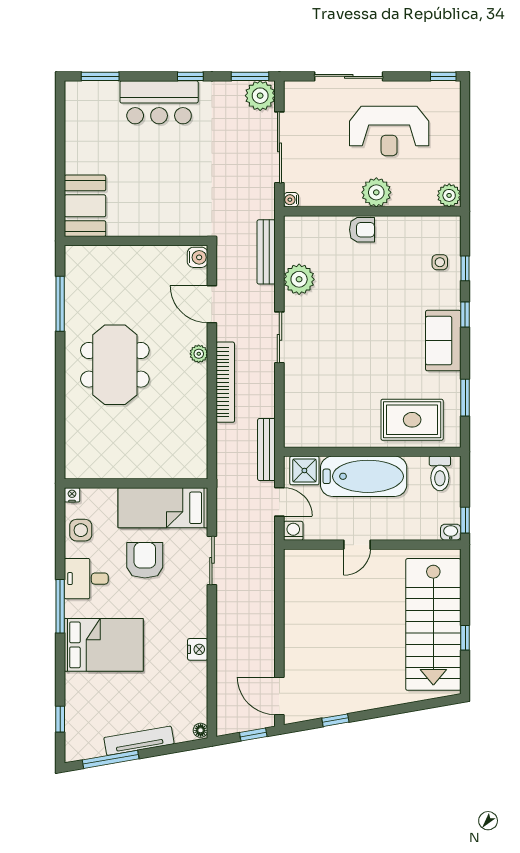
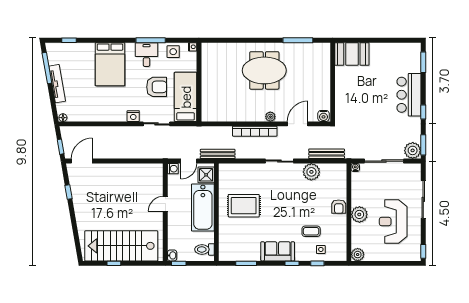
coffee table: (407, 280) -> (311, 231), added
rug: (412, 420) -> (244, 206), moved, turned 90
door: (357, 545) -> (165, 204), hinge flipped
window: (60, 606) -> (151, 40), moved
nightstand: (198, 649) -> (133, 116), moved

